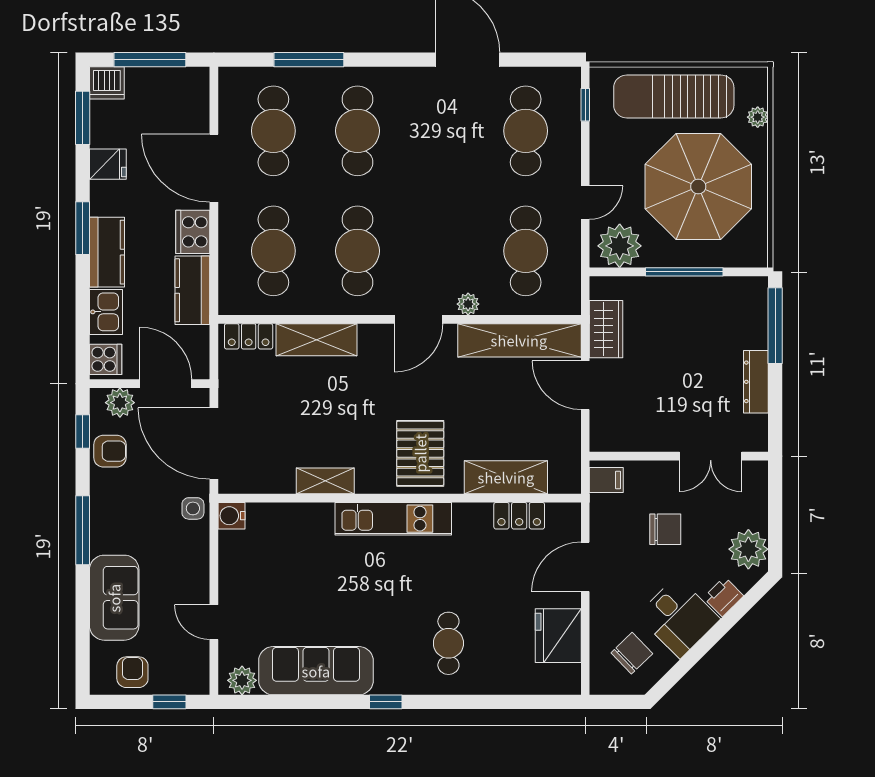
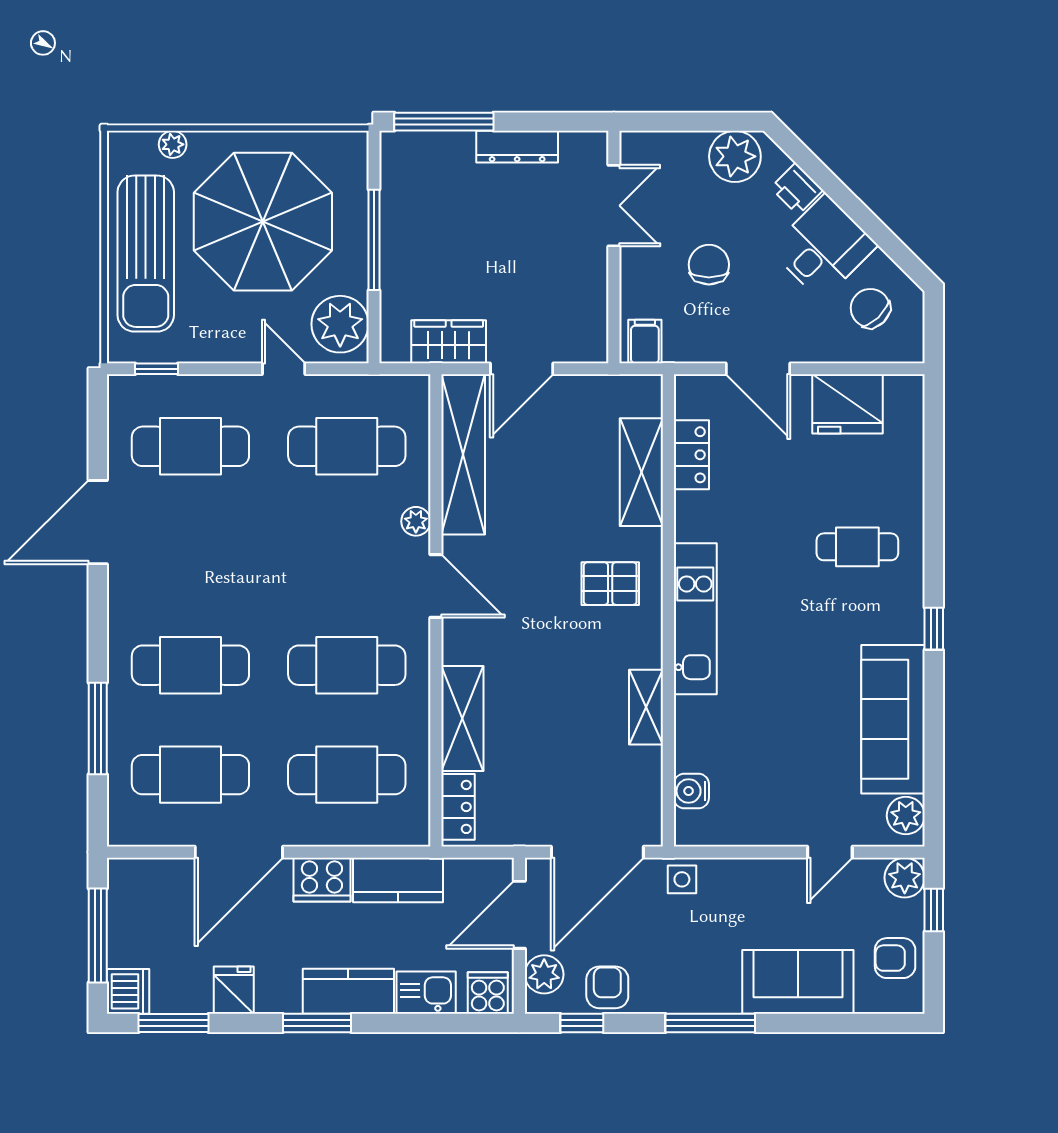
pallet: (420, 453) -> (610, 584), width x0.67, depth x0.71
water cooler: (231, 516) -> (691, 791), moved, turned 90
plant: (194, 680) -> (905, 878), added

